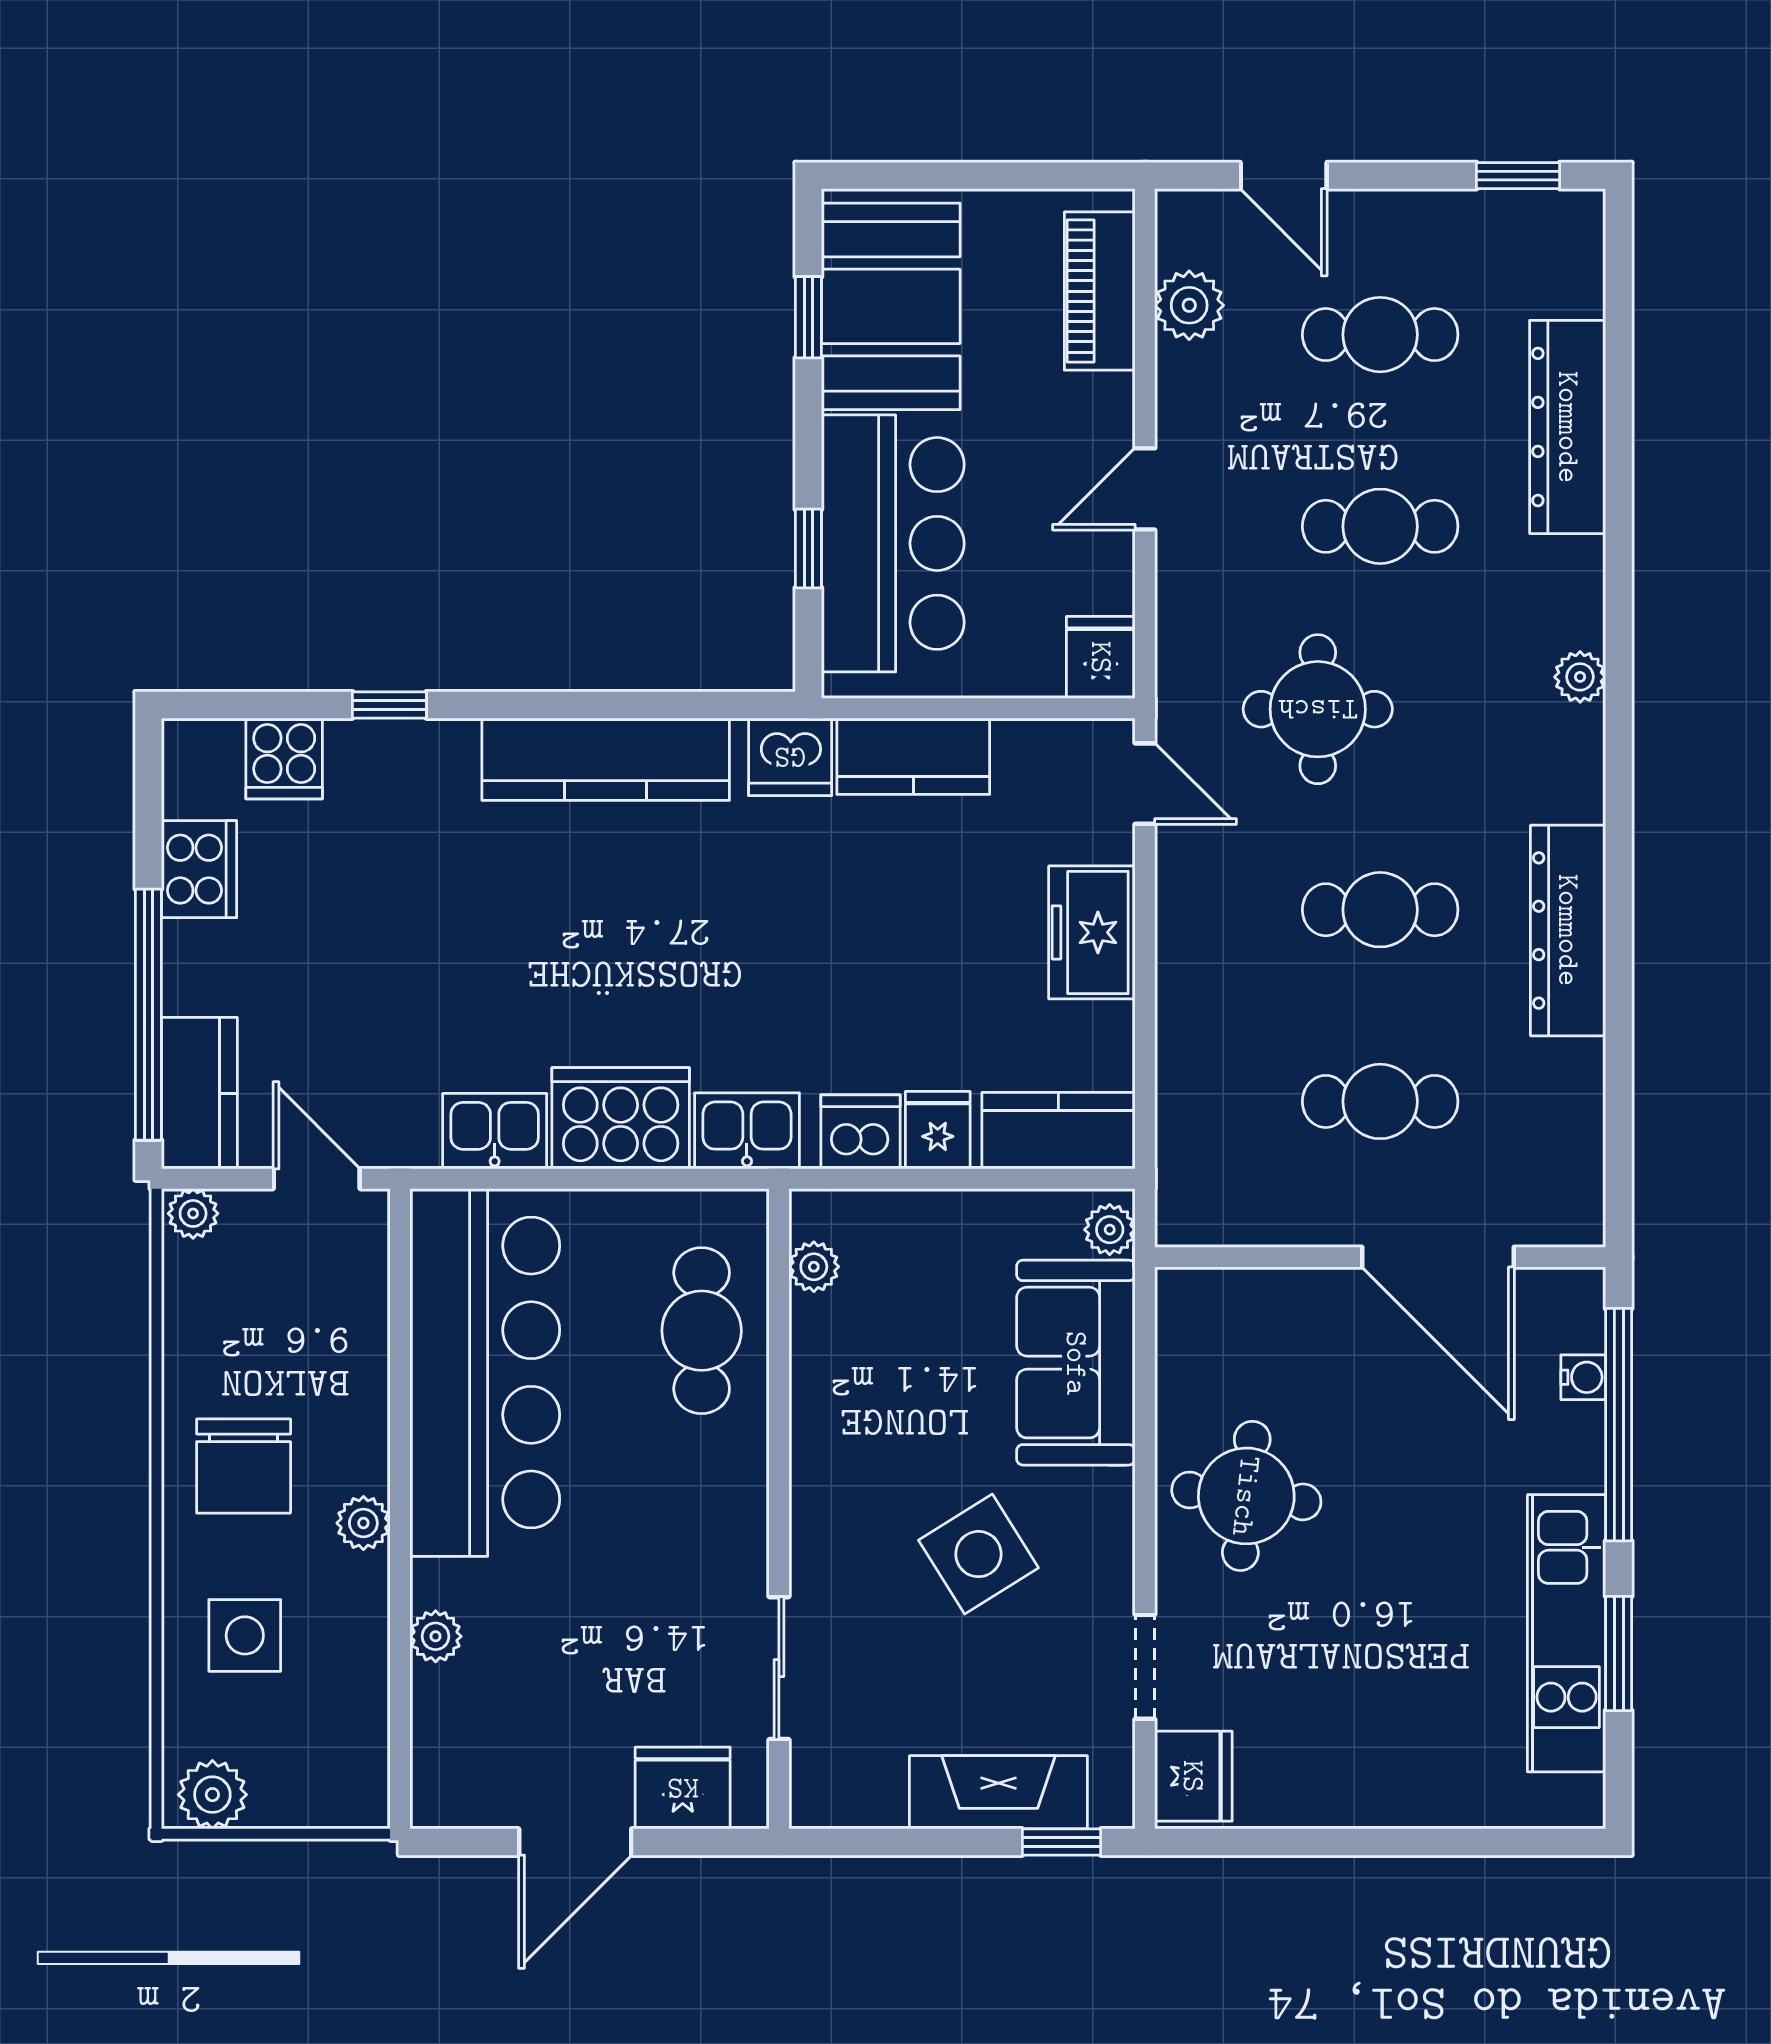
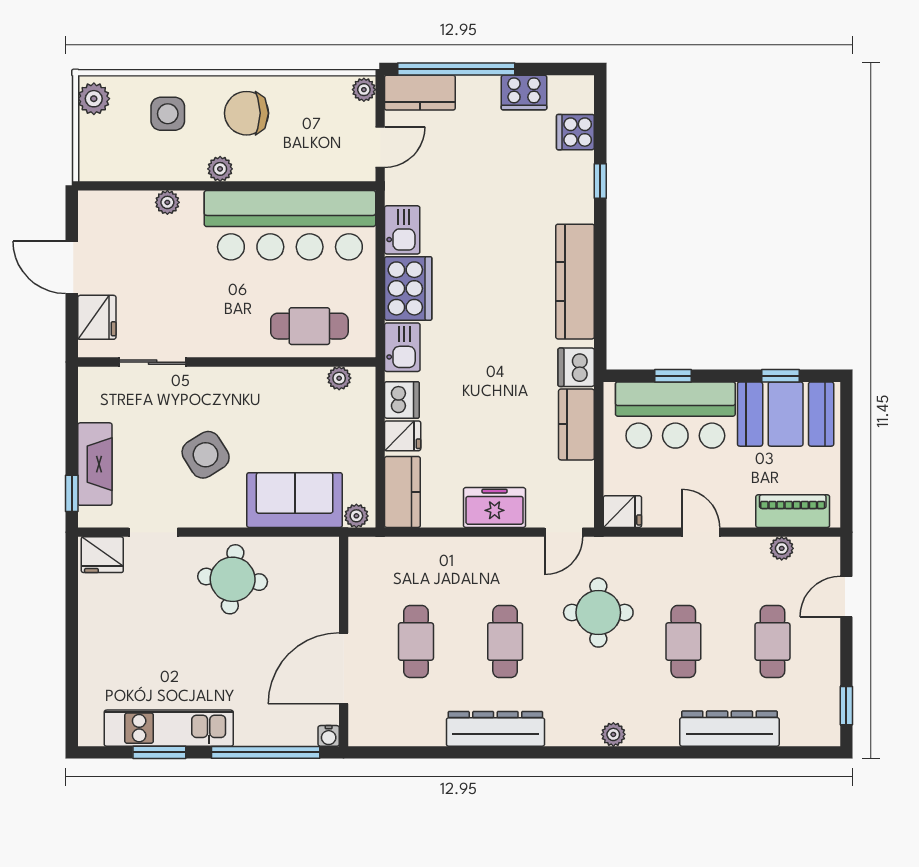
plant: (1189, 305) -> (782, 548), width x0.73, depth x0.73
water cooler: (1583, 1377) -> (329, 736), moved

